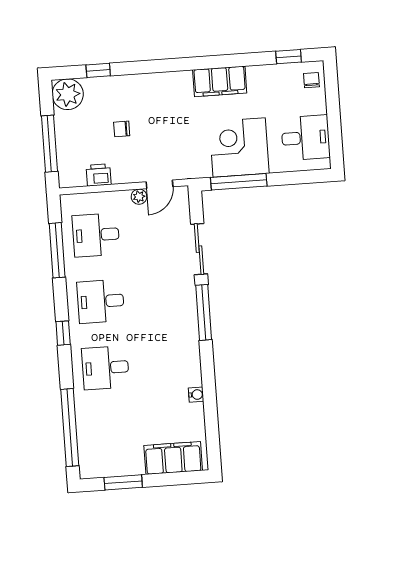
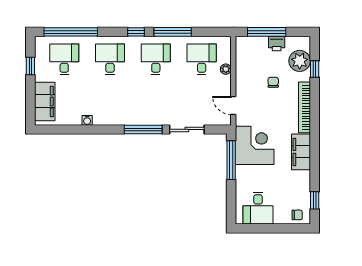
bookcase: (155, 81) -> (304, 107), added
plant: (68, 94) -> (300, 61), moved
corner desk: (239, 148) -> (255, 145), moved
printer: (99, 175) -> (277, 44), moved, turned 90
plant: (139, 197) -> (226, 69), moved
window: (57, 250) -> (173, 32), moved
desk: (110, 434) -> (64, 59), added
window: (123, 482) -> (30, 66), width x0.67

